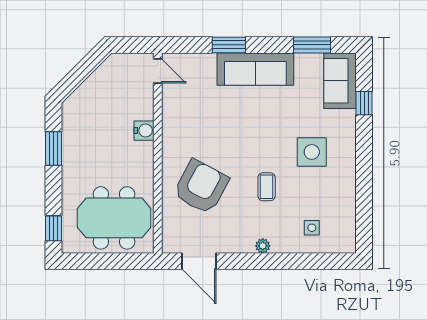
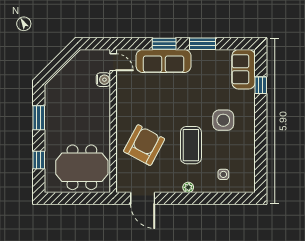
window: (312, 45) -> (203, 44), moved
sofa: (255, 69) -> (164, 61), moved
water cooler: (144, 131) -> (103, 80), moved
coffee table: (267, 187) -> (191, 145), width x1.86, depth x1.72
window: (54, 228) -> (39, 160), moved

